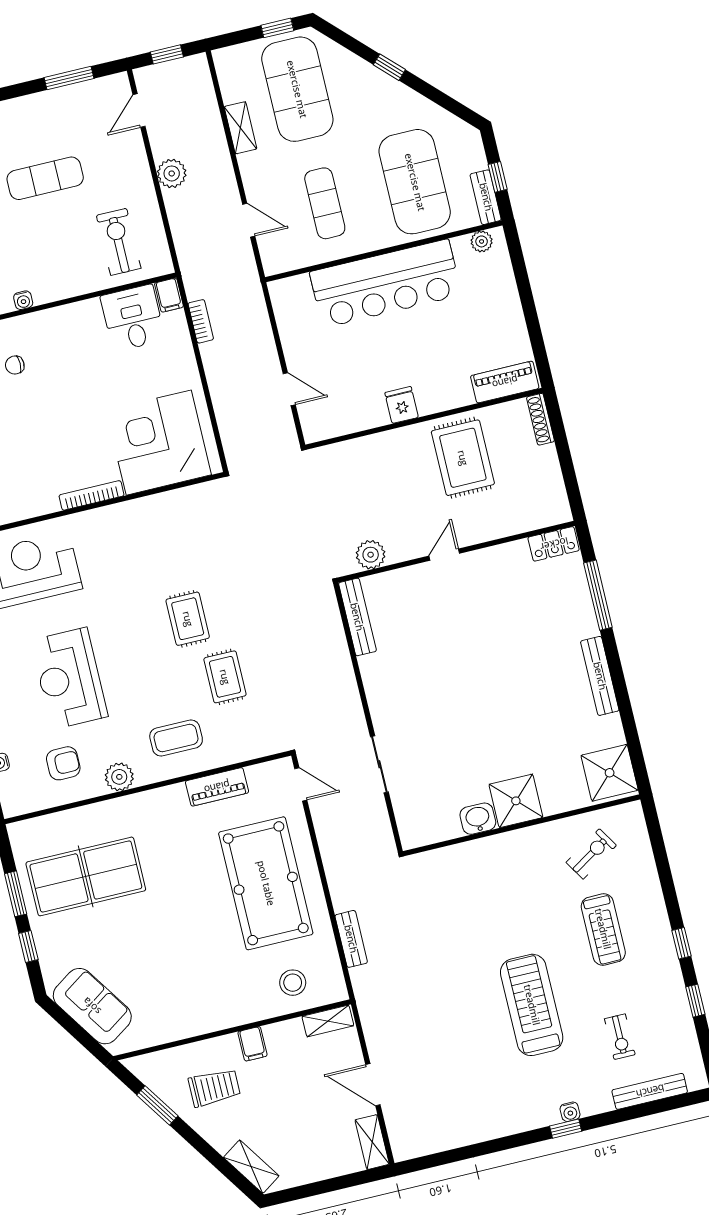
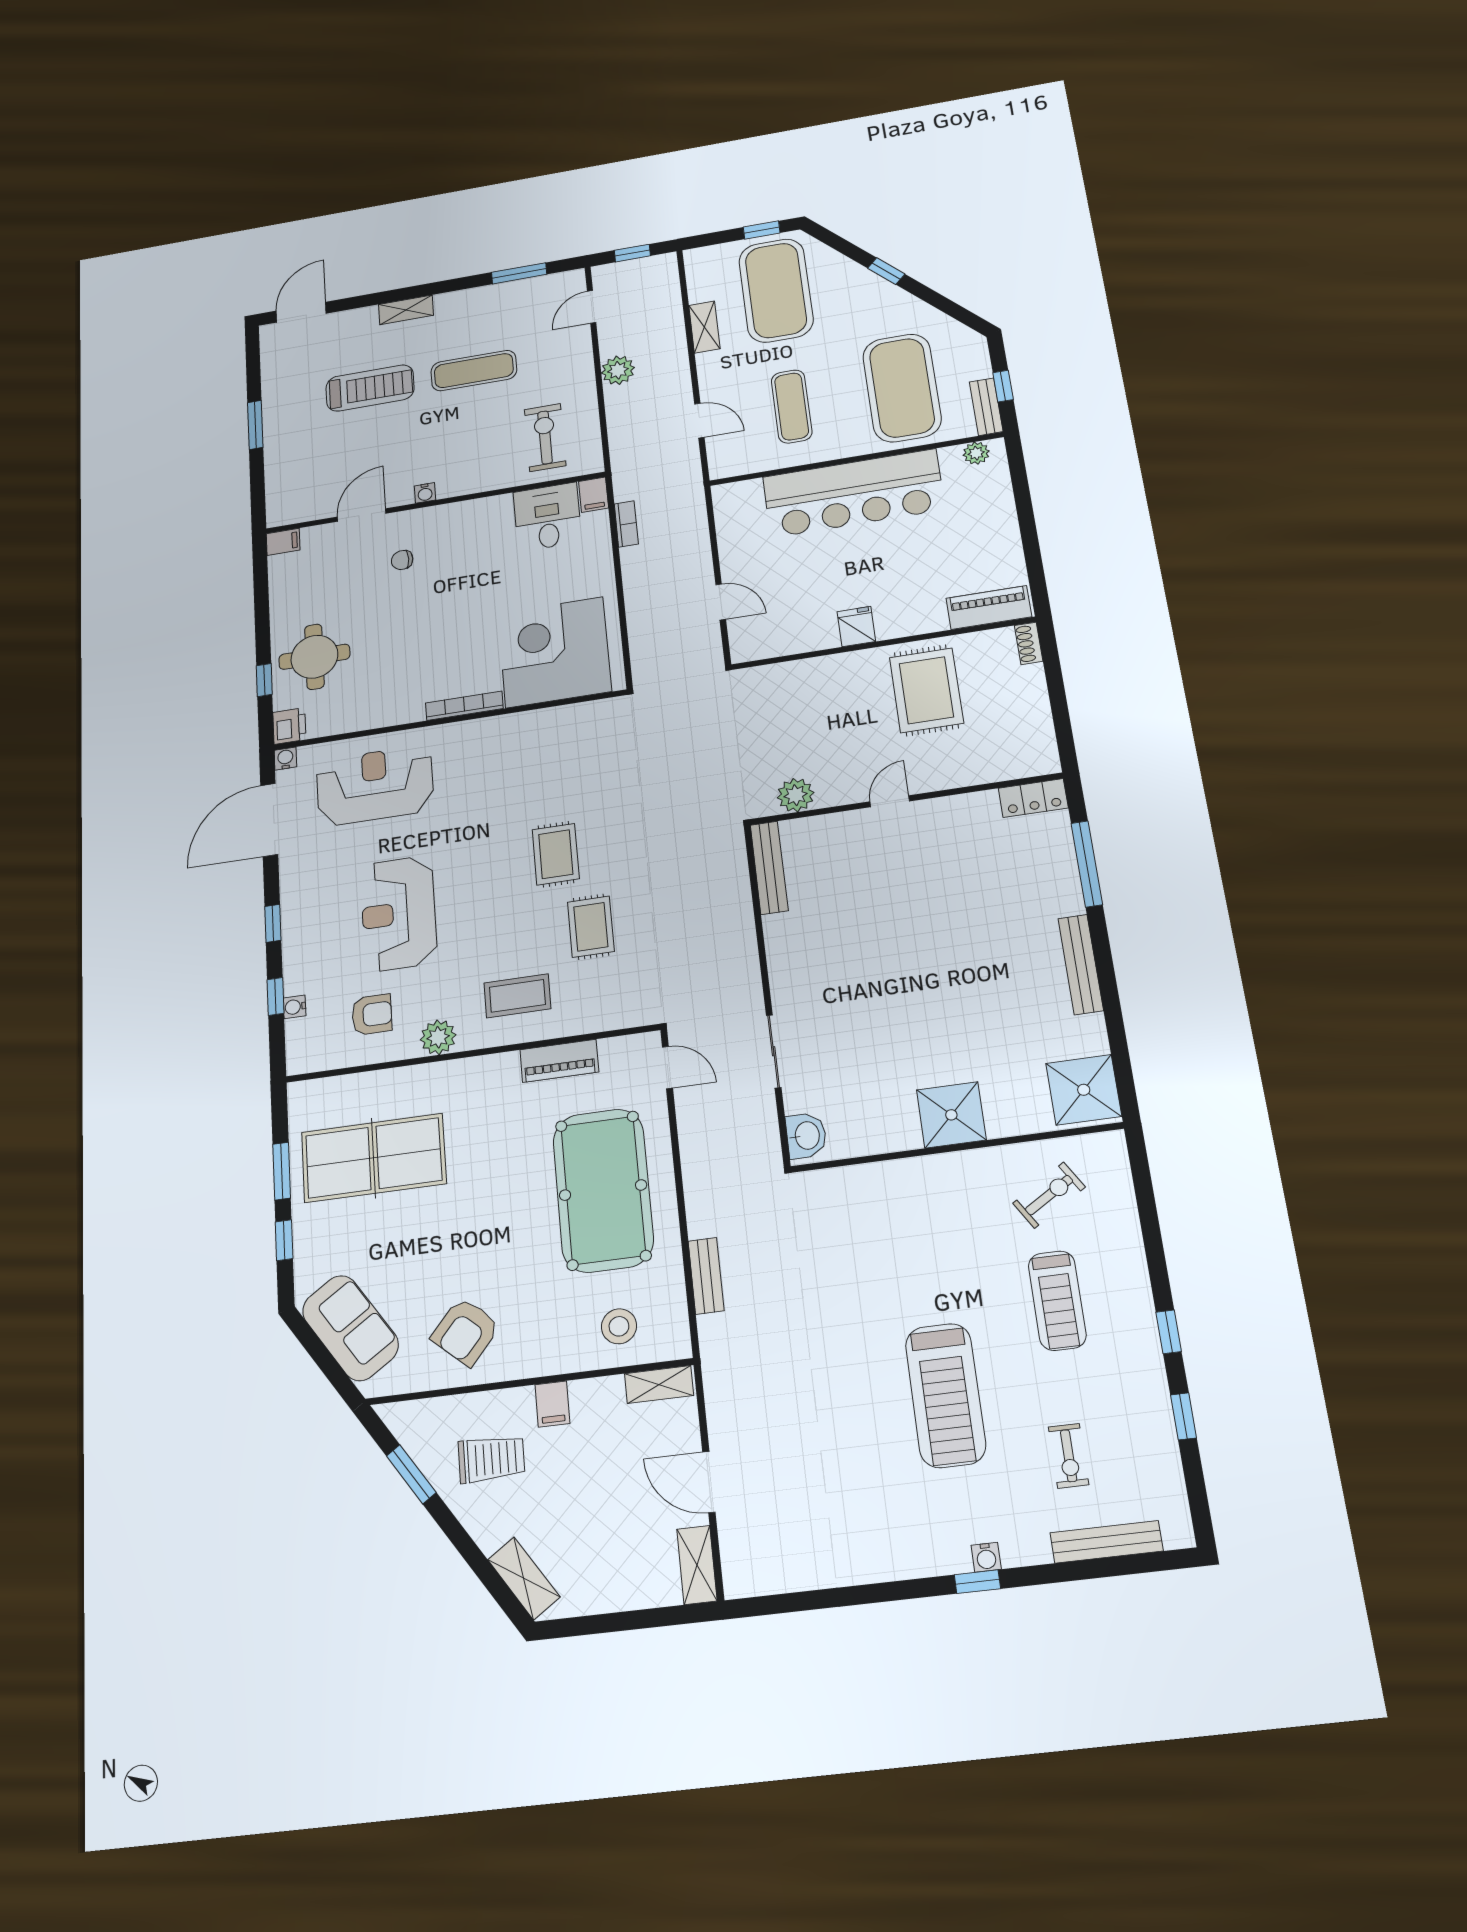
shoe rack: (540, 419) -> (1029, 643), width x0.70
washbasin: (478, 819) -> (806, 1136), moved, turned 90
armchair: (180, 999) -> (466, 1332), added
treadmill: (532, 1005) -> (945, 1395), turned 180

